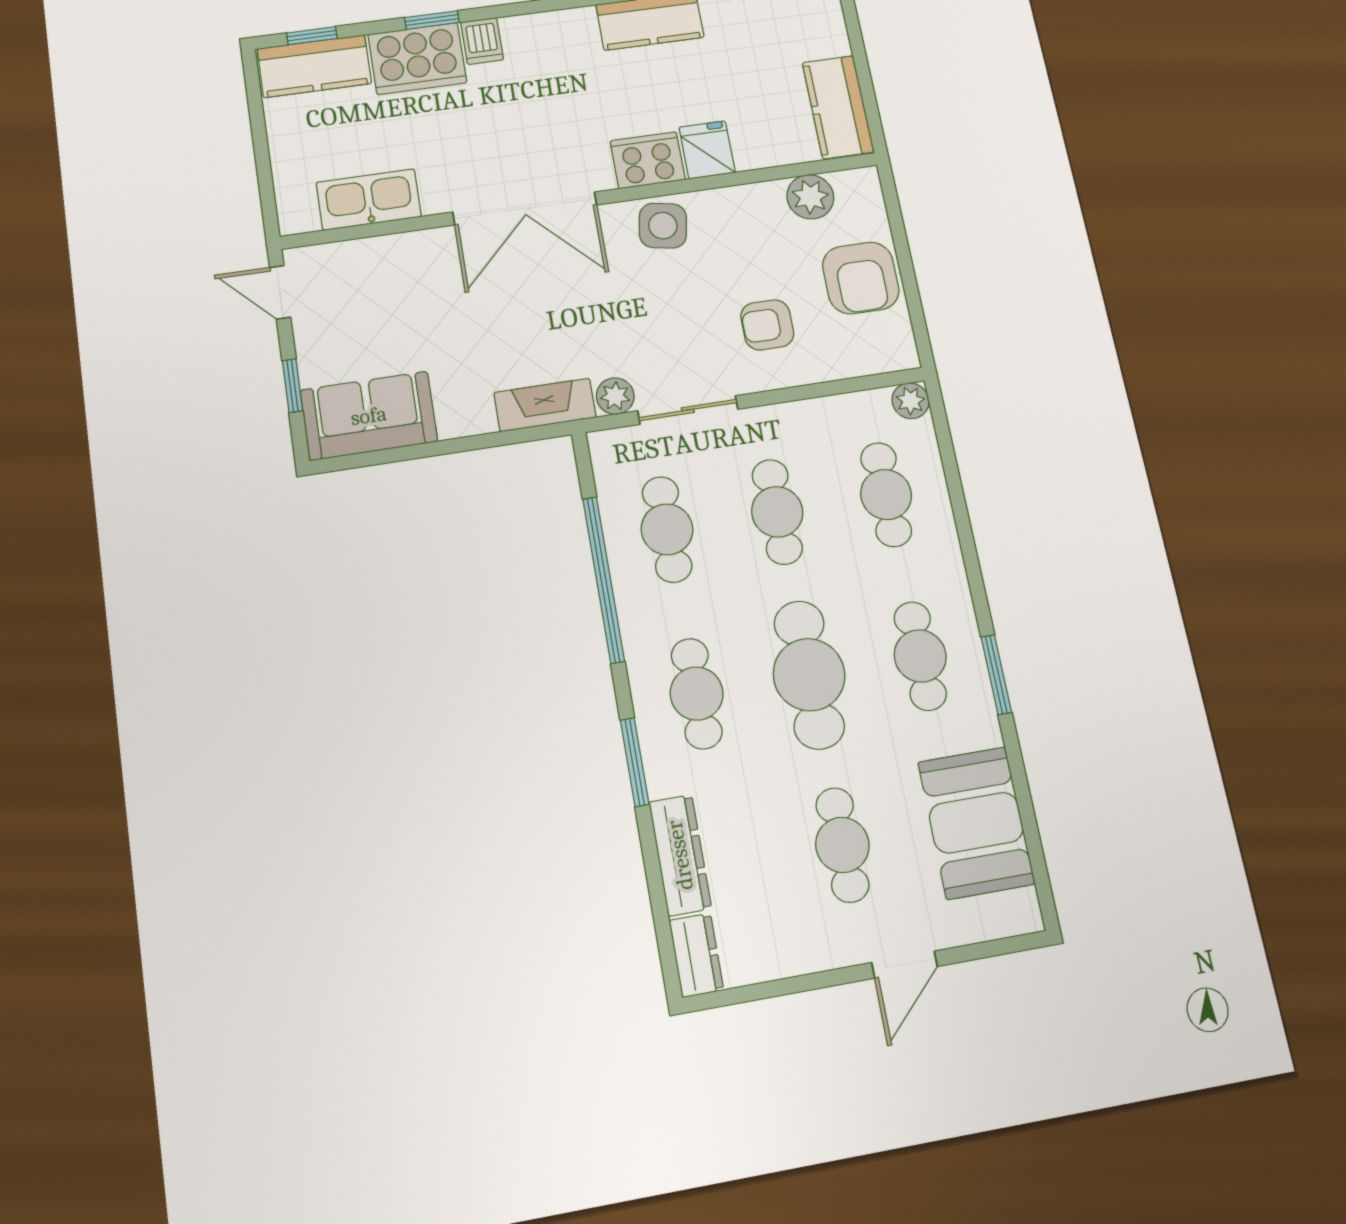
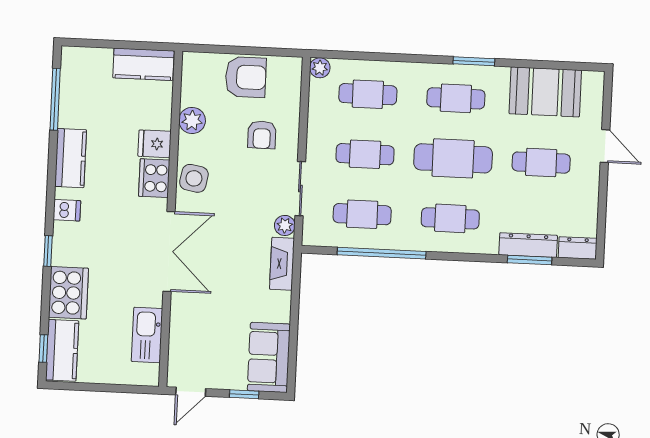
window: (432, 20) -> (48, 251), moved
dishwasher: (482, 41) -> (67, 210), moved
plant: (810, 197) -> (192, 120), moved
window: (635, 762) -> (530, 260), moved

